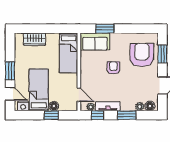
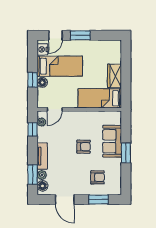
window: (105, 29) -> (126, 153), moved
wardrobe: (34, 39) -> (114, 76), moved
sofa: (95, 41) -> (112, 141), moved
armchair: (142, 55) -> (97, 177), width x0.53, depth x0.53
tv unit: (108, 106) -> (42, 156), moved
window: (127, 115) -> (33, 175), moved

